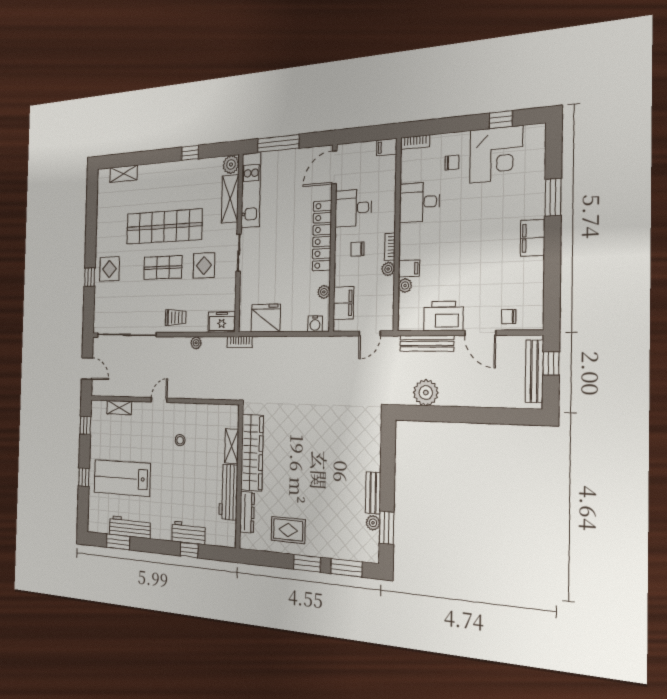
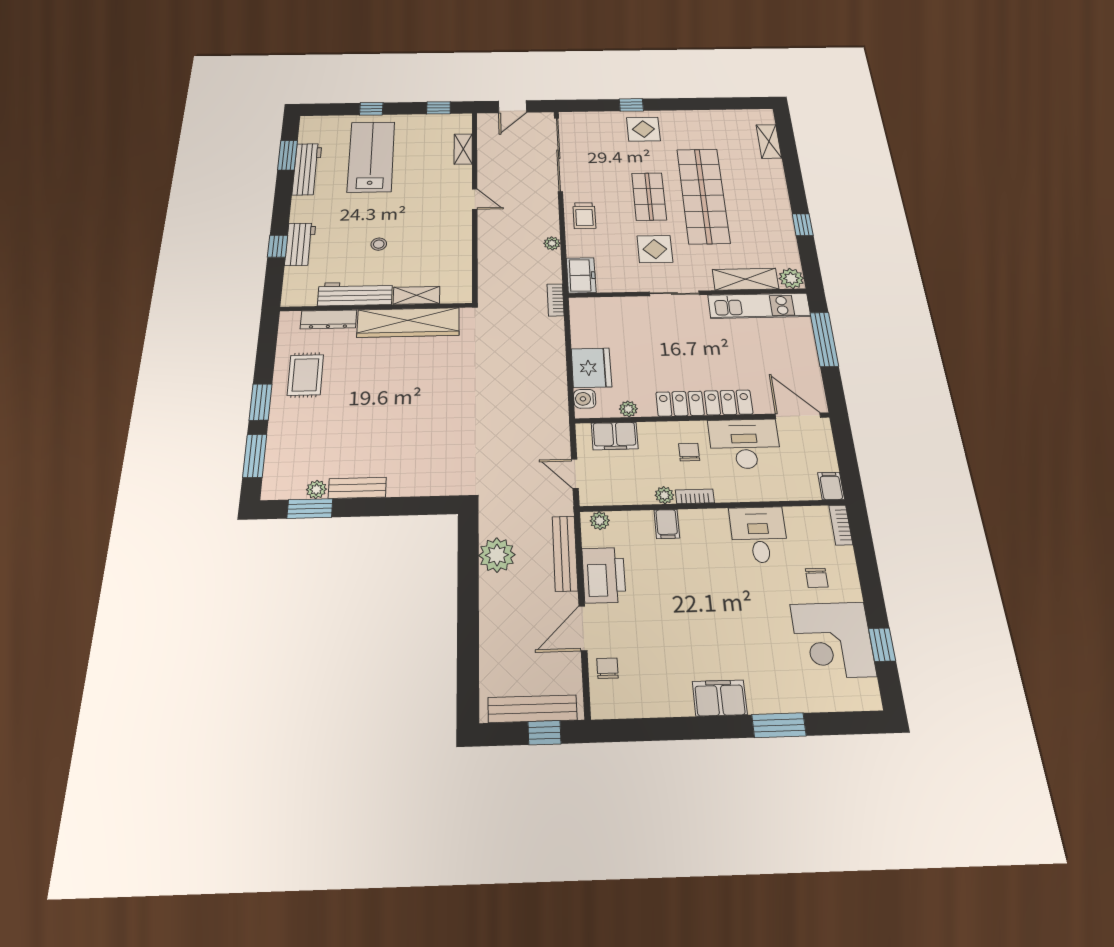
desk: (353, 208) -> (745, 444), width x1.37
plant: (405, 285) -> (600, 521), moved
fridge: (266, 318) -> (591, 368), moved
stool: (180, 440) -> (379, 244), moved

